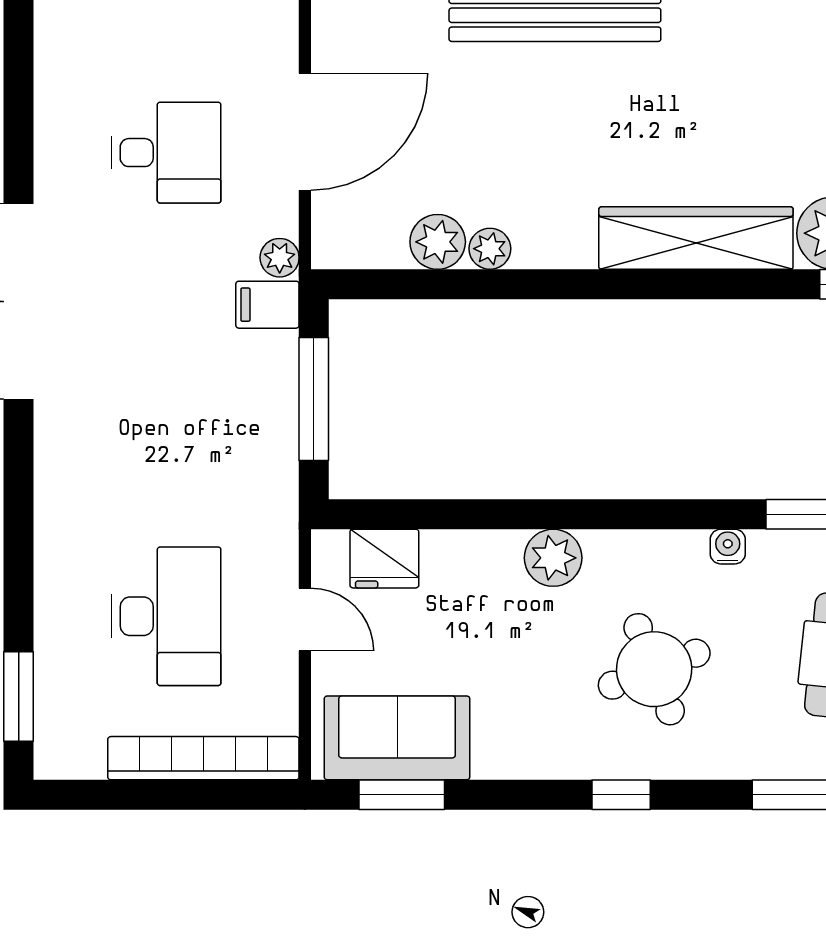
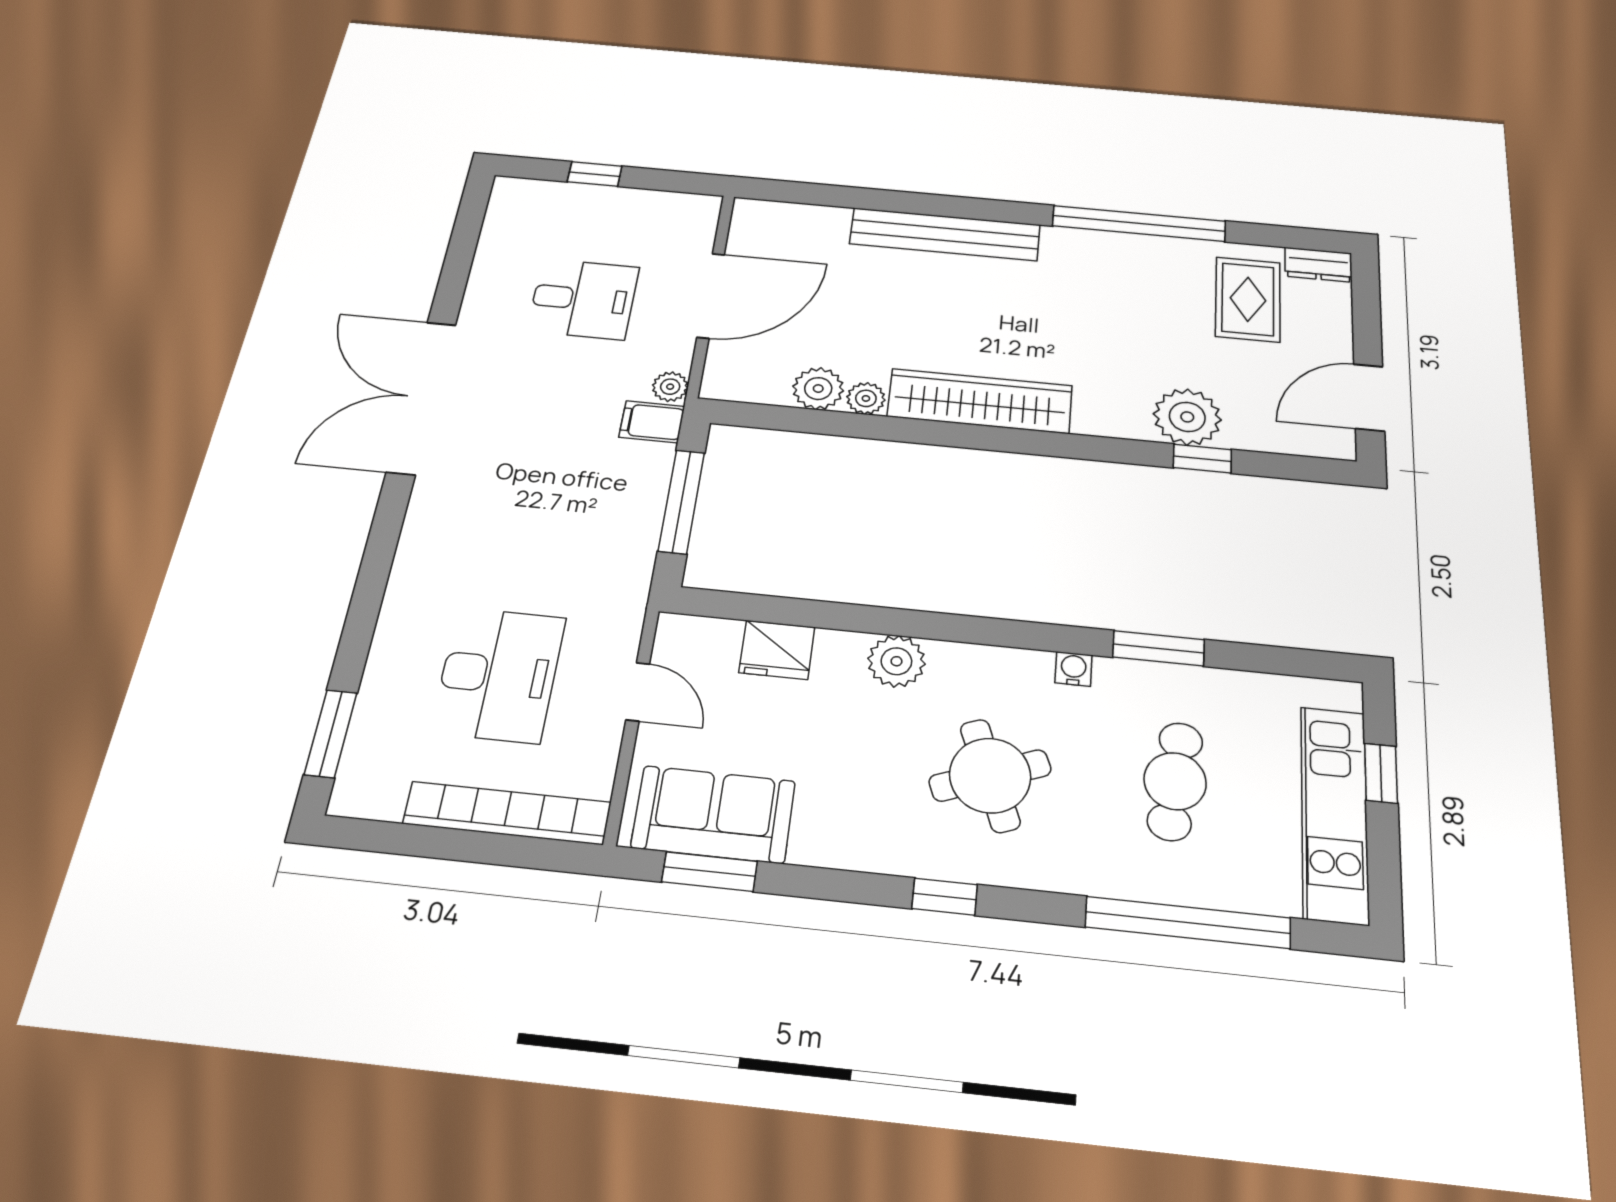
wardrobe: (696, 238) -> (980, 401), moved
fridge: (384, 559) -> (777, 650), moved

